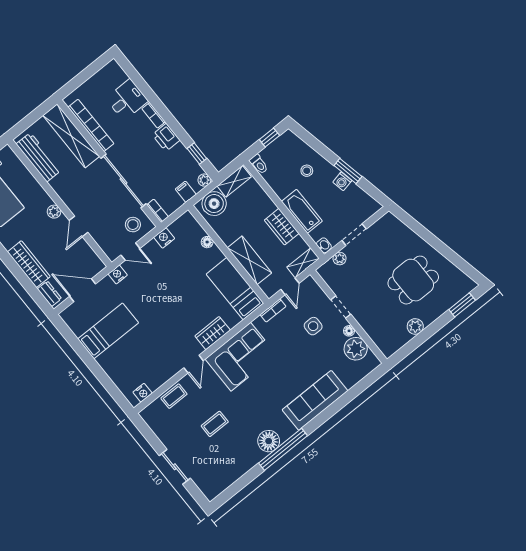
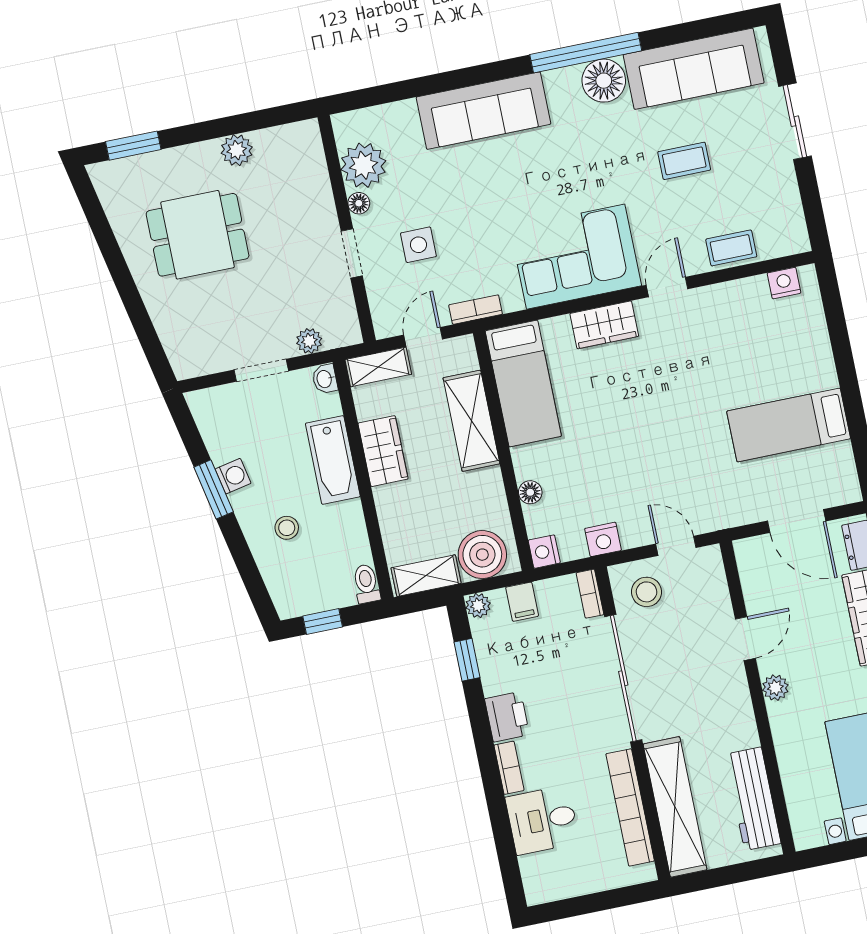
nightstand: (118, 275) -> (544, 552), moved, turned 90
sofa: (232, 467) -> (694, 69), added

